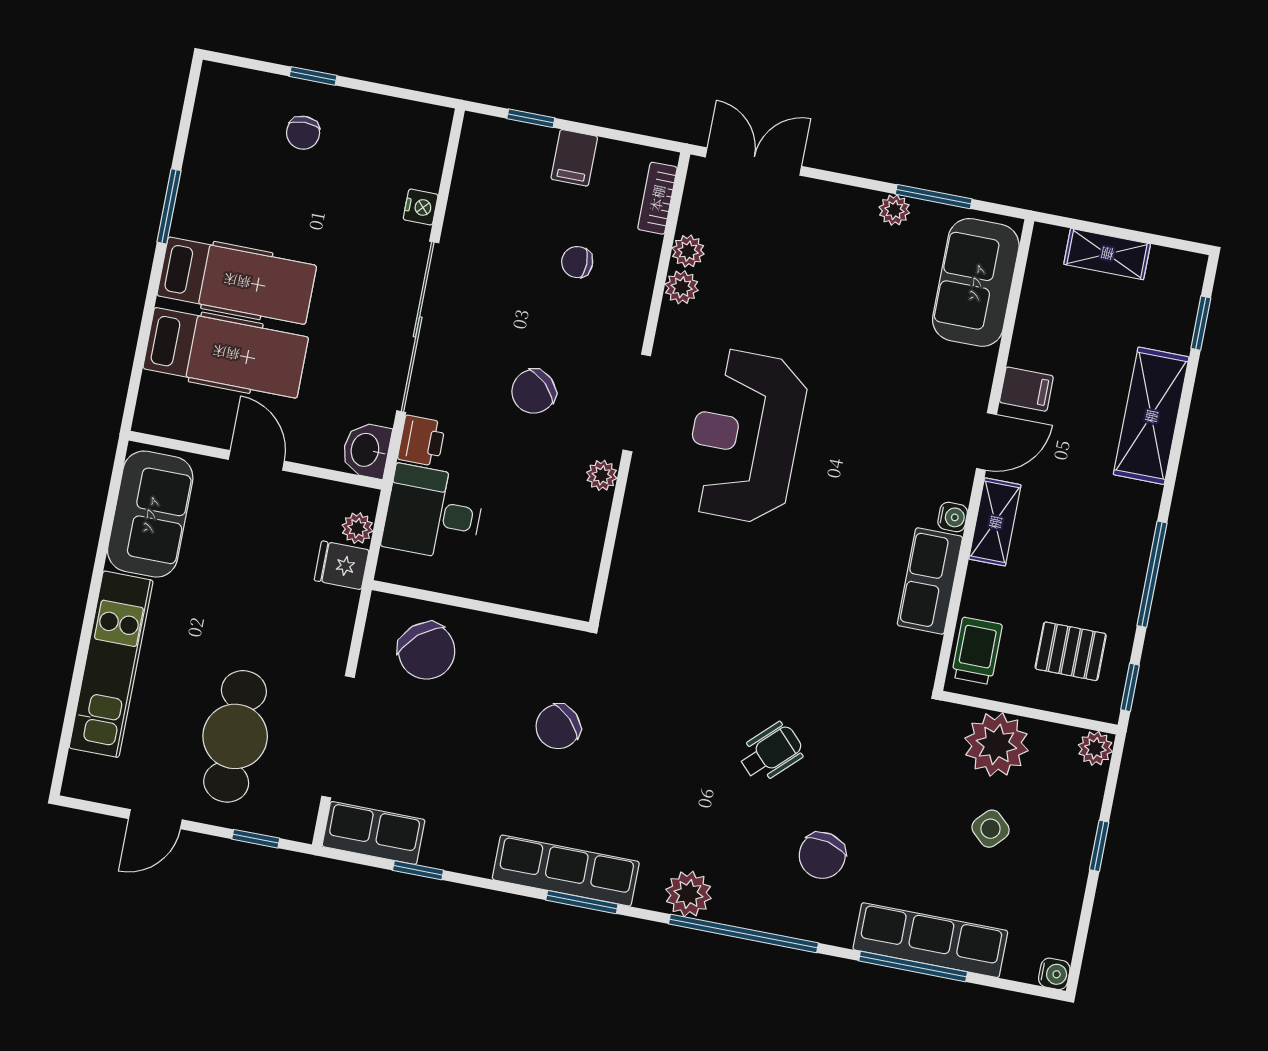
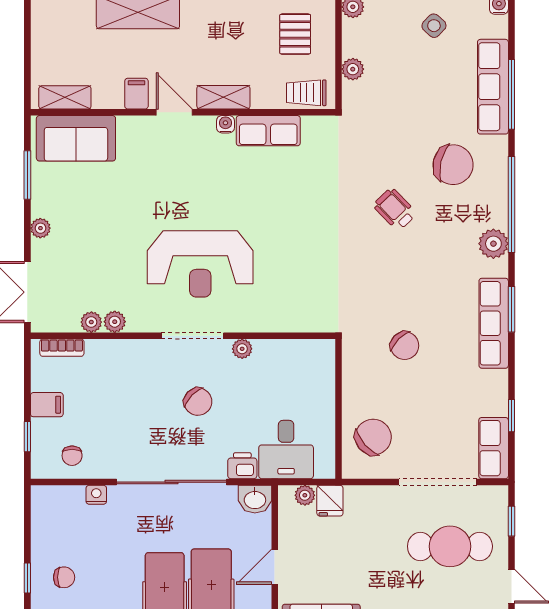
plant: (894, 210) -> (40, 228), moved
shelving: (1107, 254) -> (65, 97), moved, turned 90
chair: (577, 262) -> (72, 456), moved
plant: (996, 744) -> (353, 69), width x0.53, depth x0.53
side table: (991, 829) -> (434, 26), moved
chair: (822, 855) -> (453, 165), width x1.37, depth x1.37

